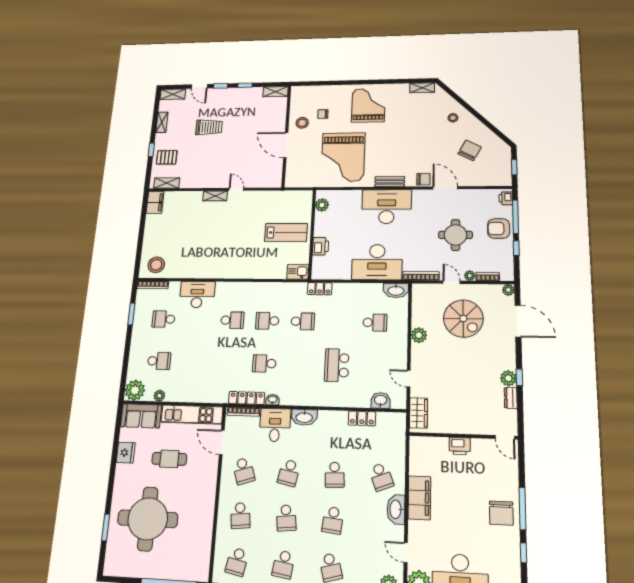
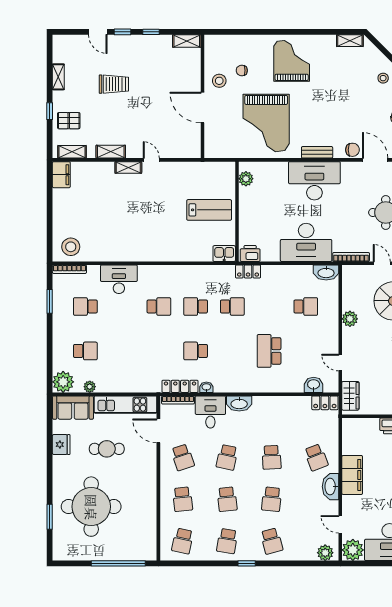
shelving: (173, 94) -> (111, 152), moved
printer: (321, 246) -> (250, 253), moved, turned -90
locker: (362, 418) -> (325, 403), moved

